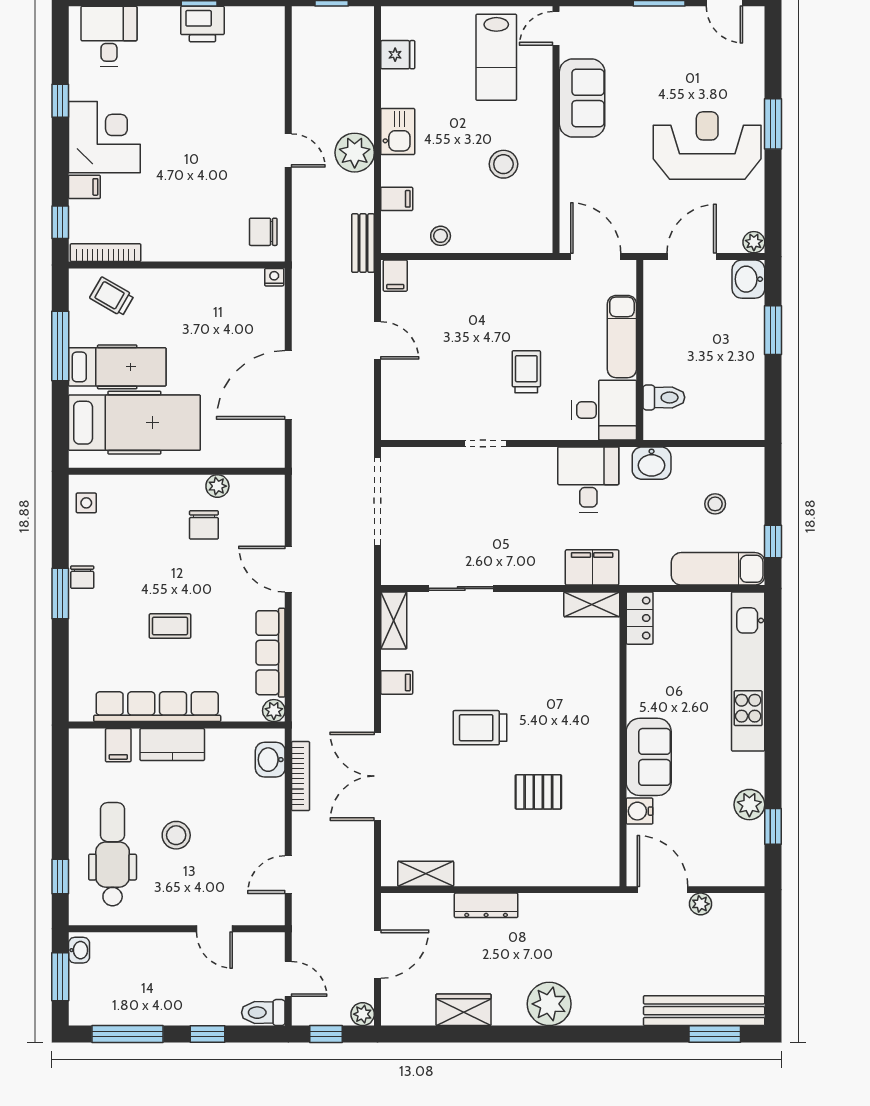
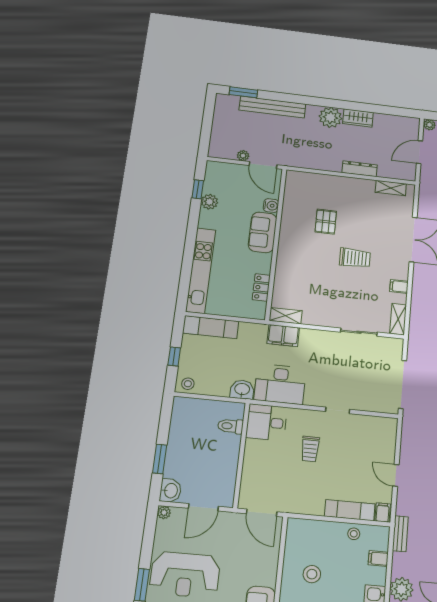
exam couch: (622, 337) -> (350, 510), moved, turned -90
desk: (588, 480) -> (280, 384), width x1.37
stool: (715, 504) -> (188, 384), moved
window: (773, 541) -> (174, 356), moved
locker: (640, 618) -> (261, 287), moved
pallet: (538, 792) -> (326, 222), turned 90
wardrobe: (464, 1010) -> (358, 118), moved
bench: (704, 1011) -> (272, 107), moved

